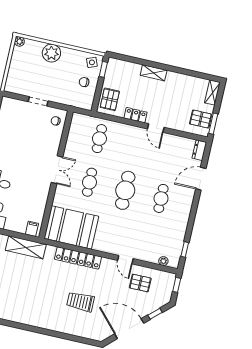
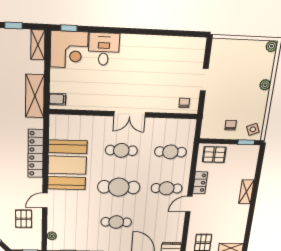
plant: (51, 53) -> (265, 85), width x0.53, depth x0.53
cafe table: (135, 147) -> (167, 188), added
booth: (71, 227) -> (67, 165), moved

